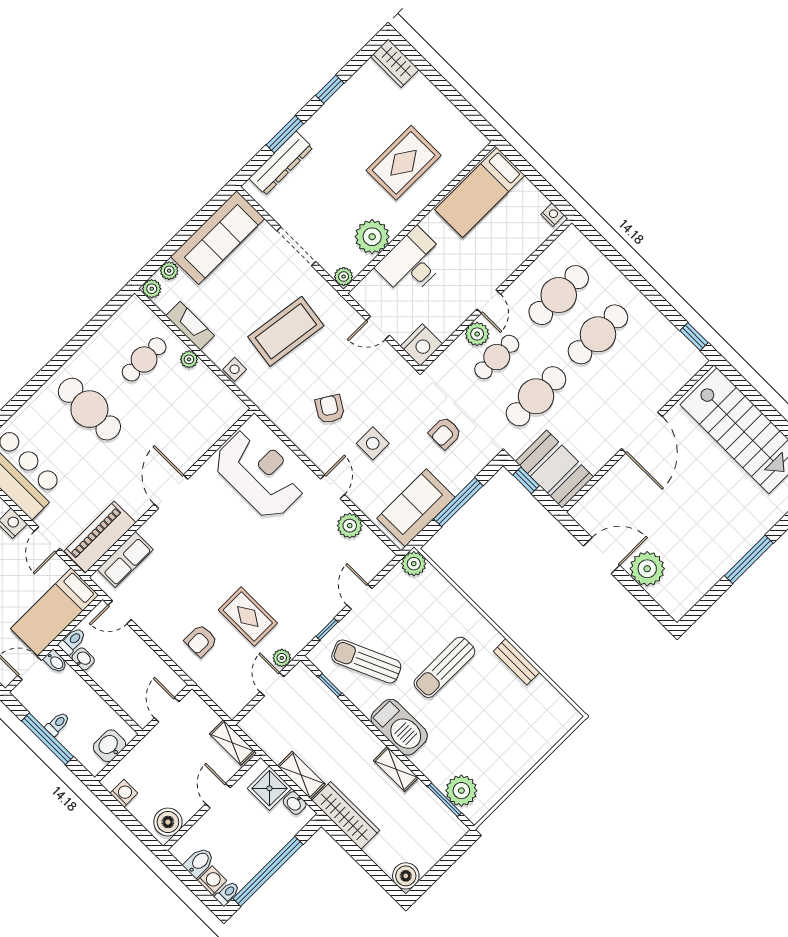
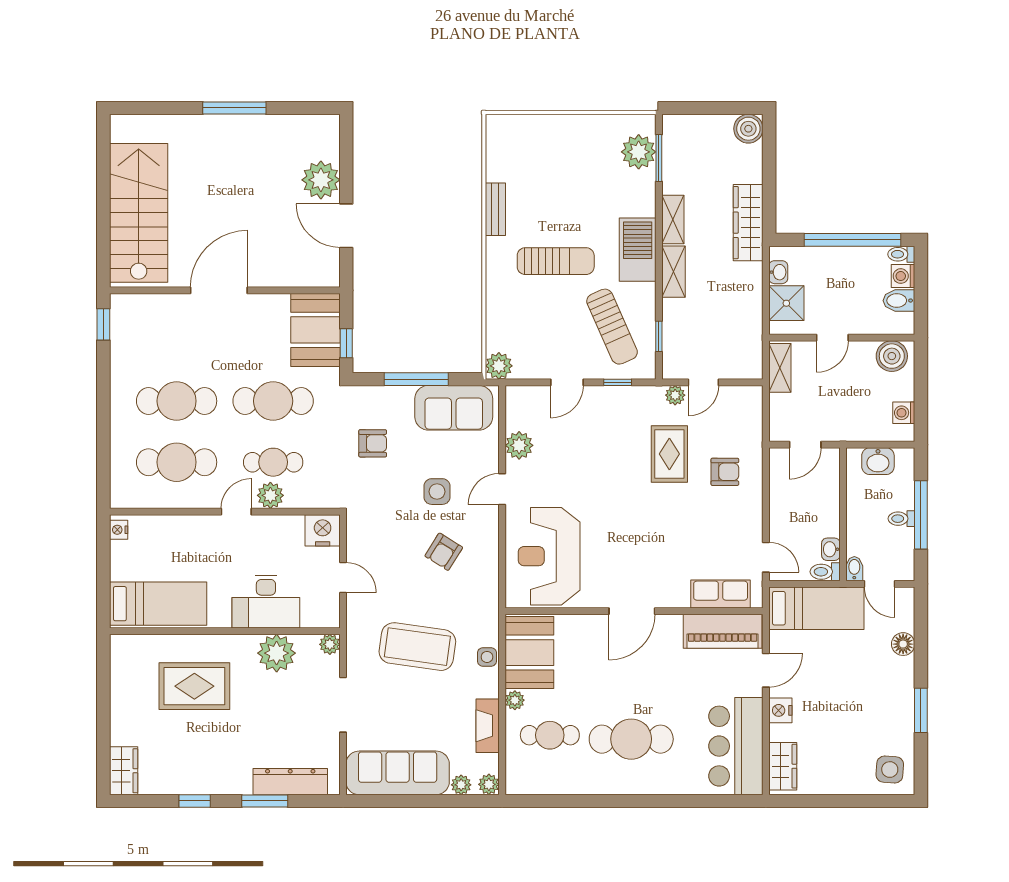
booth: (210, 399) -> (529, 653), added
cafe table: (89, 409) -> (631, 739), turned 90
shelving: (301, 775) -> (673, 272), moved

